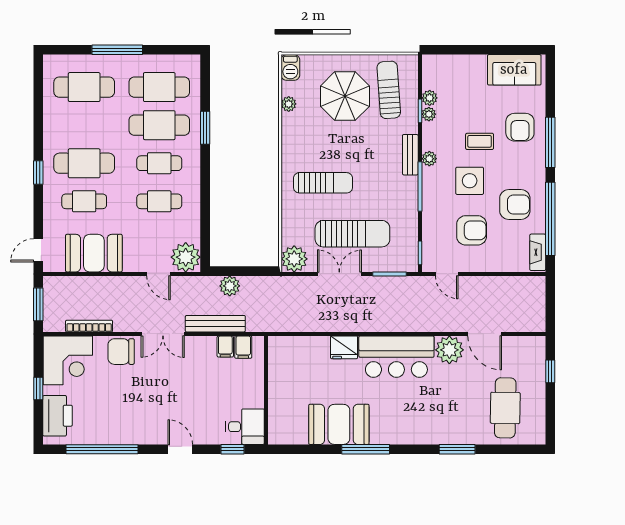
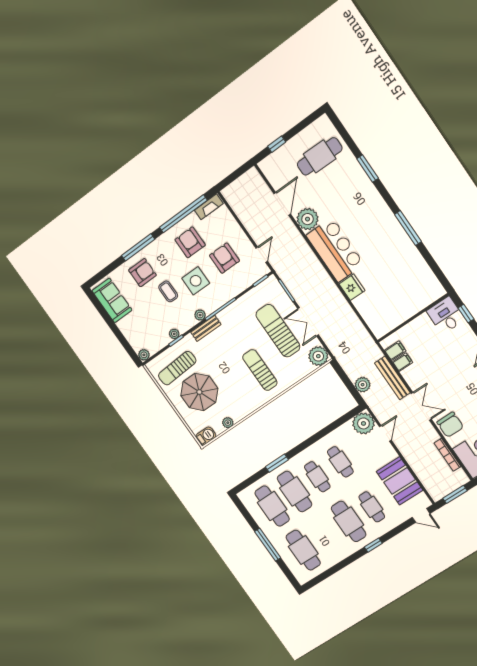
plant: (430, 98) -> (144, 355), moved
booth: (339, 424) -> (403, 256), removed

